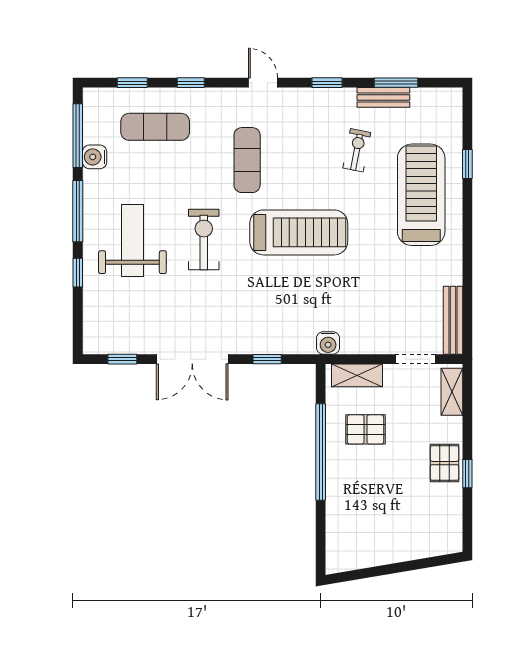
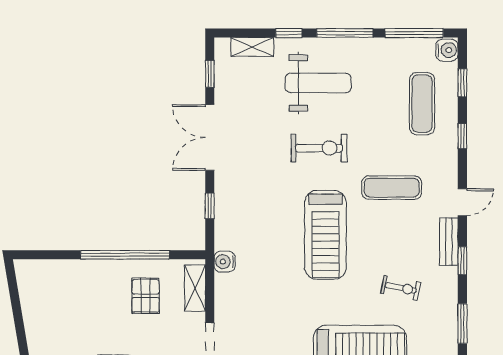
bench: (383, 97) -> (449, 242), moved
water cooler: (95, 157) -> (447, 50), moved, turned 90
shelving: (93, 313) -> (252, 47), added

